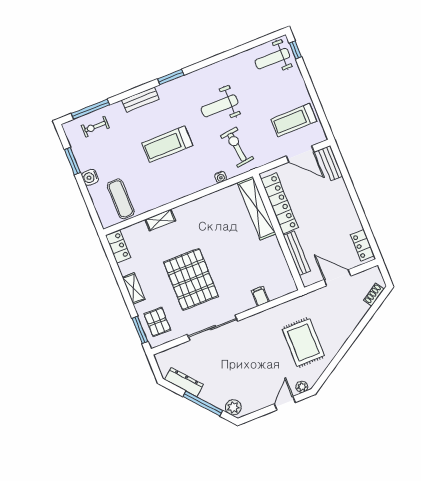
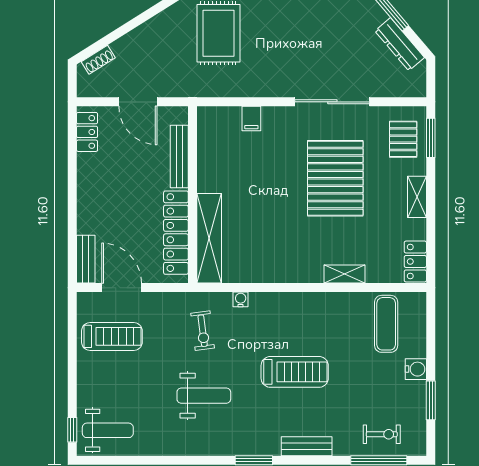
exercise bike: (237, 147) -> (203, 331), width x0.73, depth x0.72

